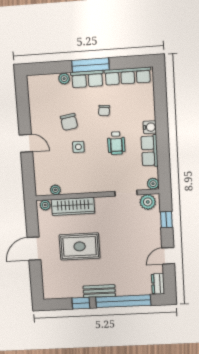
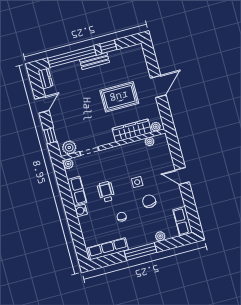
row of seats: (87, 79) -> (183, 221), moved, turned -90

